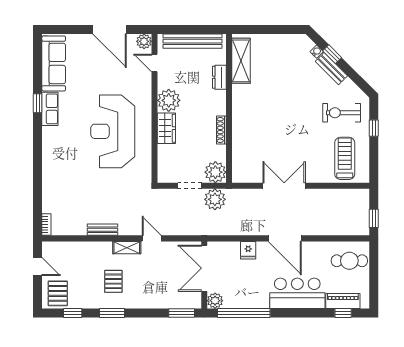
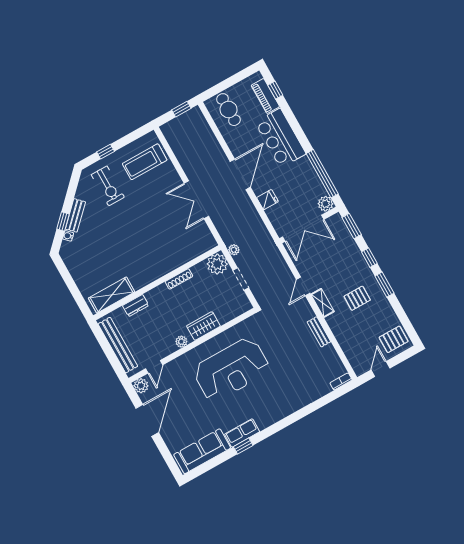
plant: (169, 100) -> (181, 342), width x0.53, depth x0.53
plant: (215, 199) -> (234, 250), width x0.53, depth x0.53
window: (73, 313) -> (369, 258), moved

